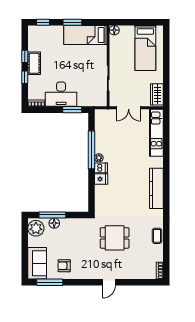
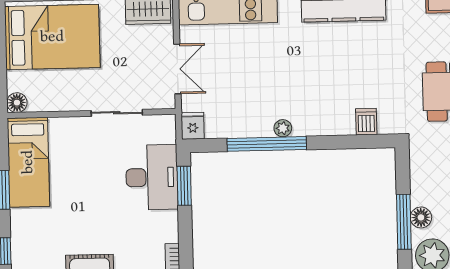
bed: (145, 48) -> (52, 37), width x1.50
desk: (61, 94) -> (152, 177), moved
dishwasher: (101, 168) -> (366, 122), moved
fridge: (101, 179) -> (193, 126), moved

